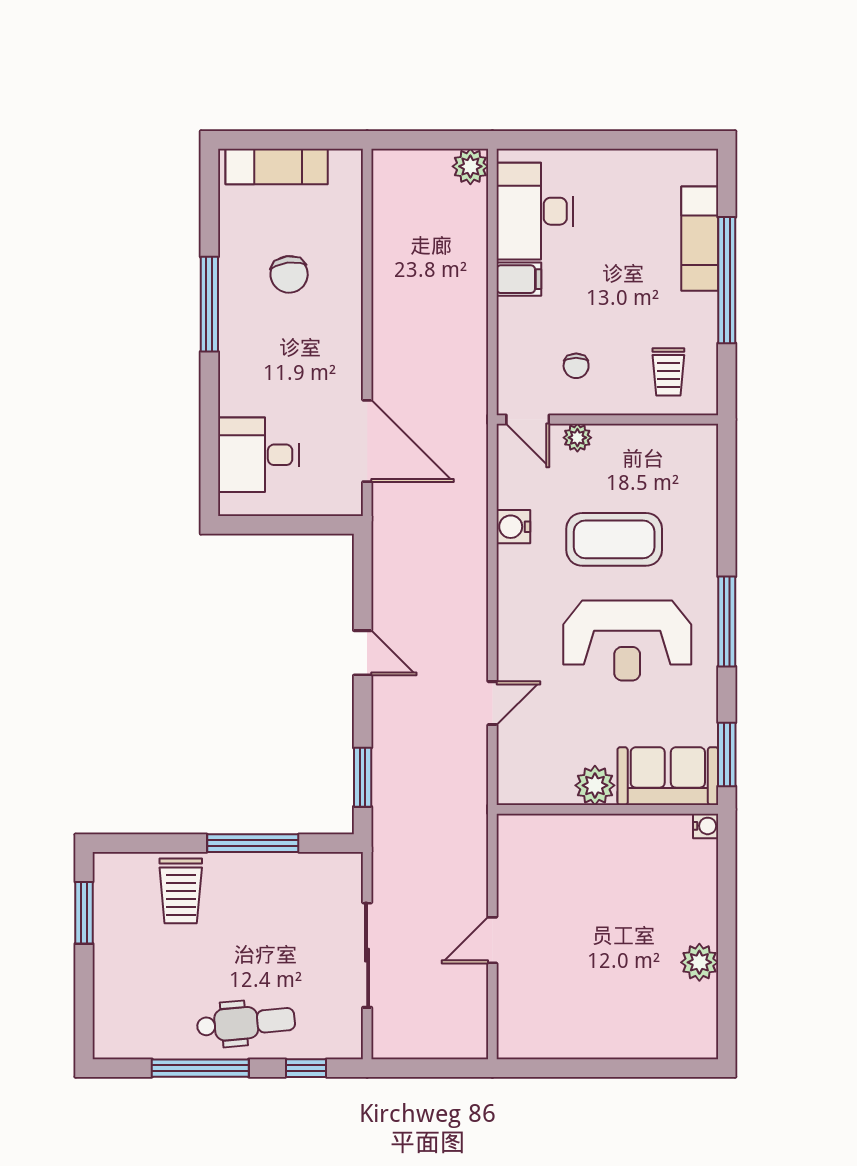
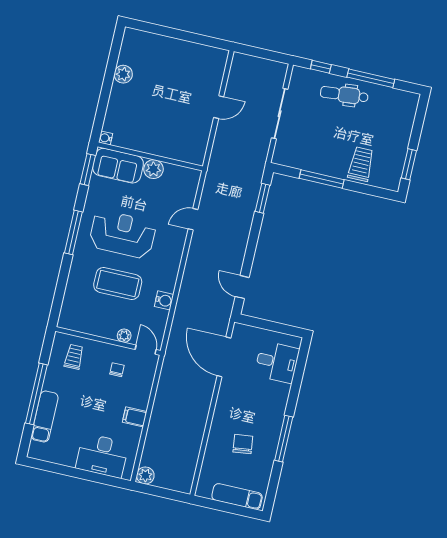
desk: (535, 211) -> (102, 456), moved, turned 90
door: (363, 653) -> (242, 287), moved

